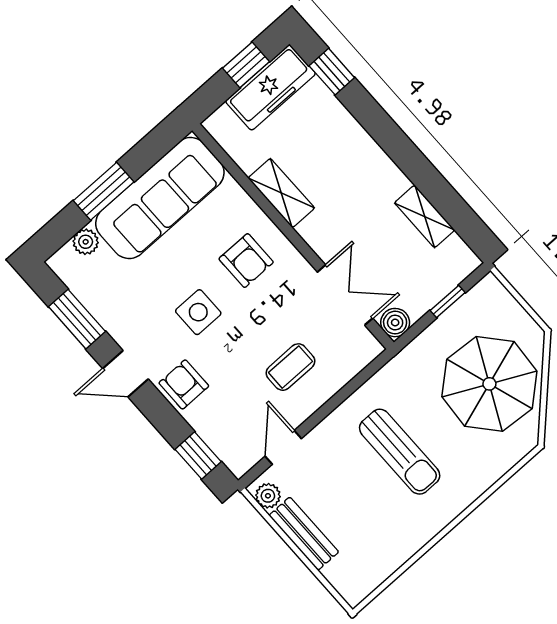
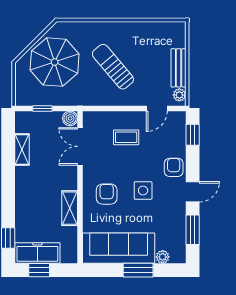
door: (126, 374) -> (193, 192), hinge flipped
armchair: (184, 384) -> (174, 167), turned 180
sun lounger: (400, 452) -> (113, 67), turned -40

